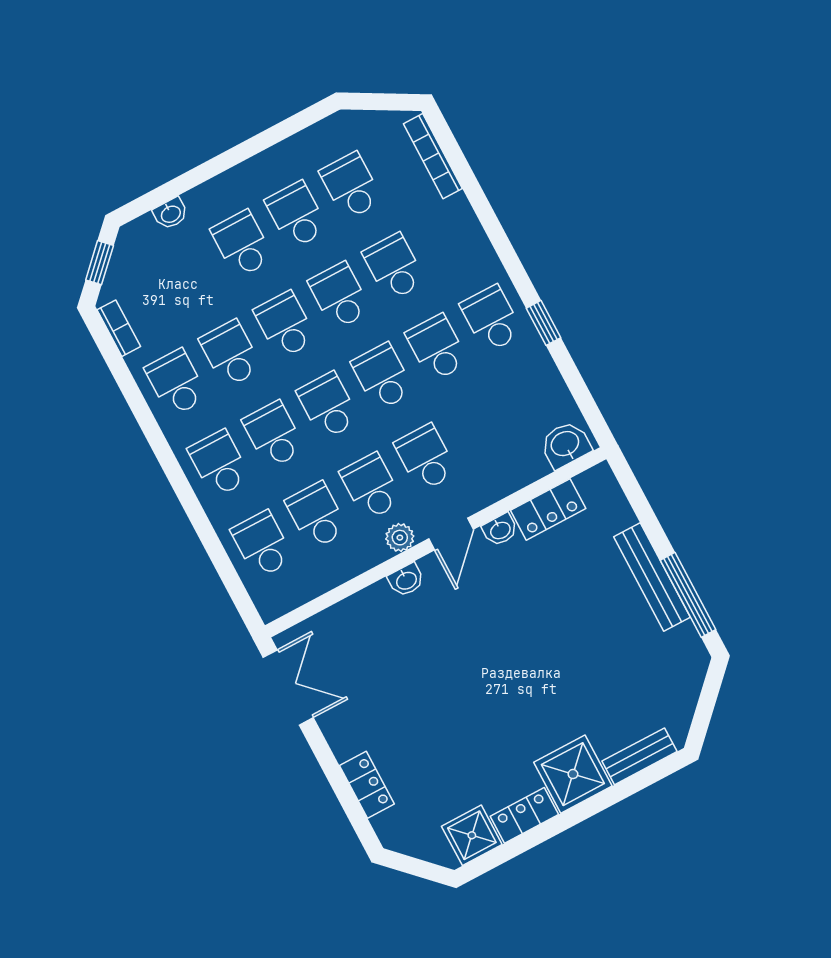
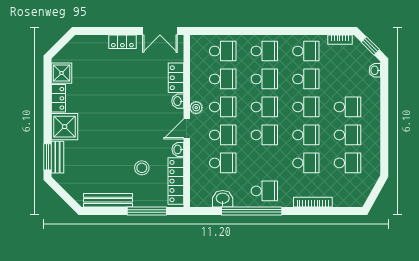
bookcase: (433, 156) -> (313, 202), moved
washbasin: (171, 214) -> (375, 70), moved
window: (543, 323) -> (252, 211), width x3.17
school desk: (437, 348) -> (223, 163), moved
washbasin: (565, 445) -> (223, 199), moved, turned -90
locker: (548, 509) -> (176, 181), width x1.53
door: (451, 534) -> (187, 129), hinge flipped
bench: (652, 577) -> (108, 200), moved
stool: (573, 581) -> (142, 168), added
window: (688, 595) -> (147, 211), moved
locker: (362, 608) -> (176, 78), added
window: (649, 776) -> (47, 157), added
locker: (367, 785) -> (122, 42), moved

